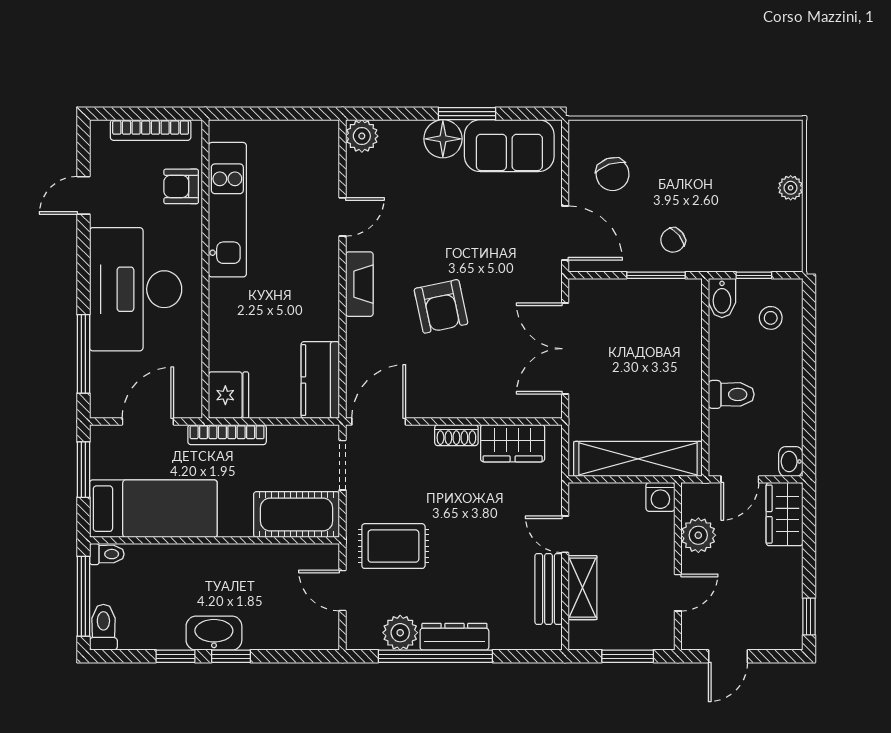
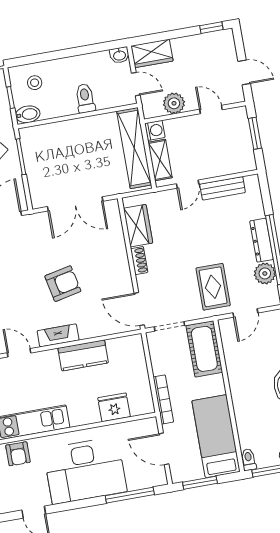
kitchen counter: (320, 380) -> (83, 355), moved
fridge: (228, 395) -> (114, 407), moved
shelving: (583, 588) -> (160, 160), moved, turned 90

